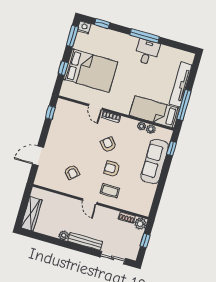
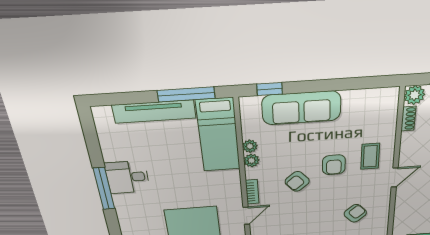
plant: (151, 129) -> (252, 161), moved

